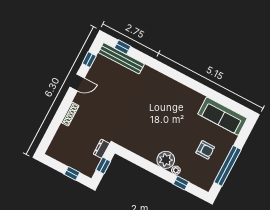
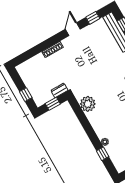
door: (77, 83) -> (73, 29), swing flipped
plant: (166, 160) -> (88, 104), moved

